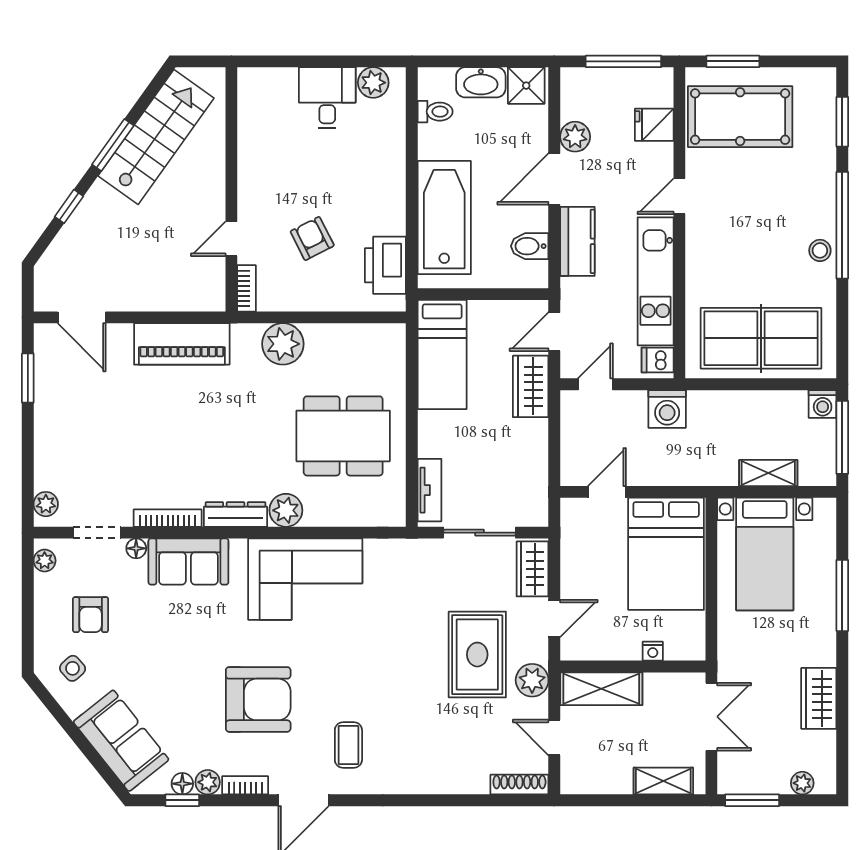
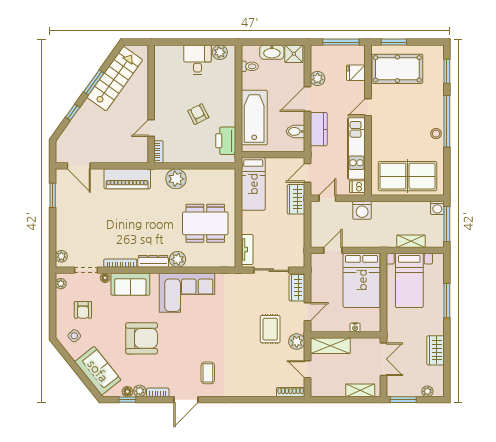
armchair: (312, 238) -> (198, 114), moved
rug: (477, 655) -> (270, 329), width x0.73, depth x0.70
armchair: (258, 699) -> (142, 338), moved

